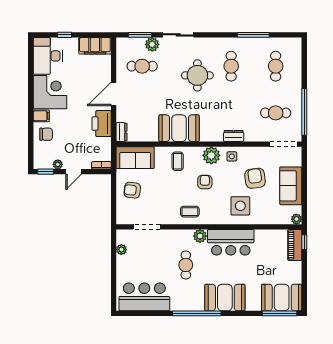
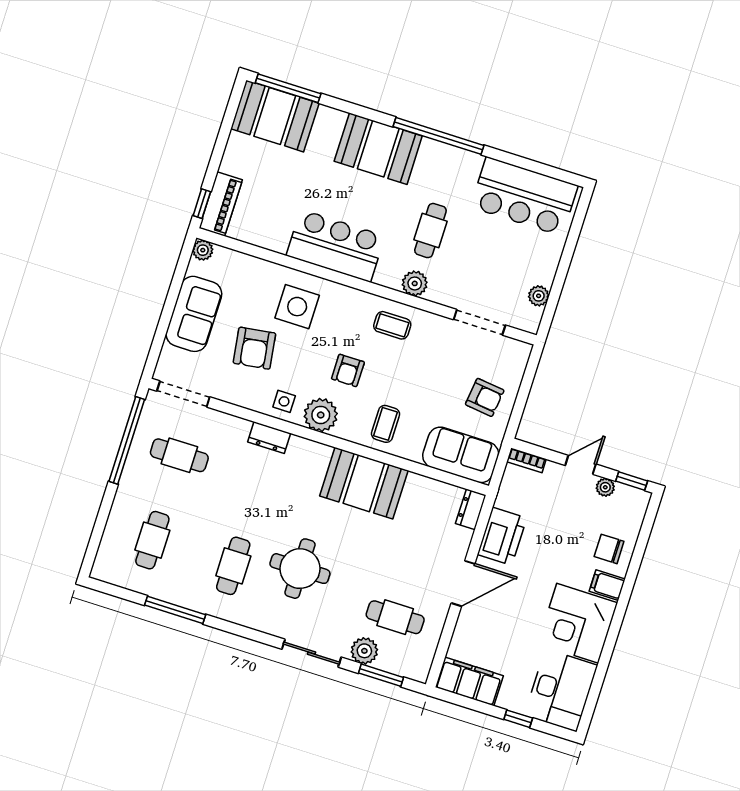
plant: (200, 236) -> (415, 283), moved

